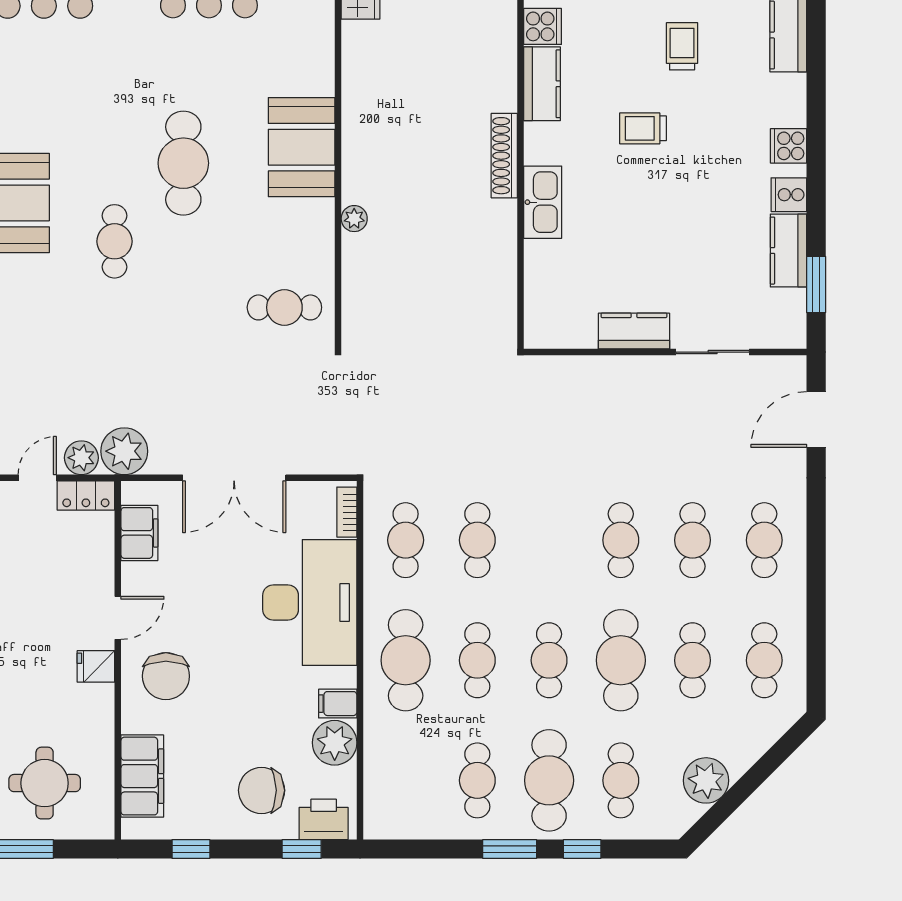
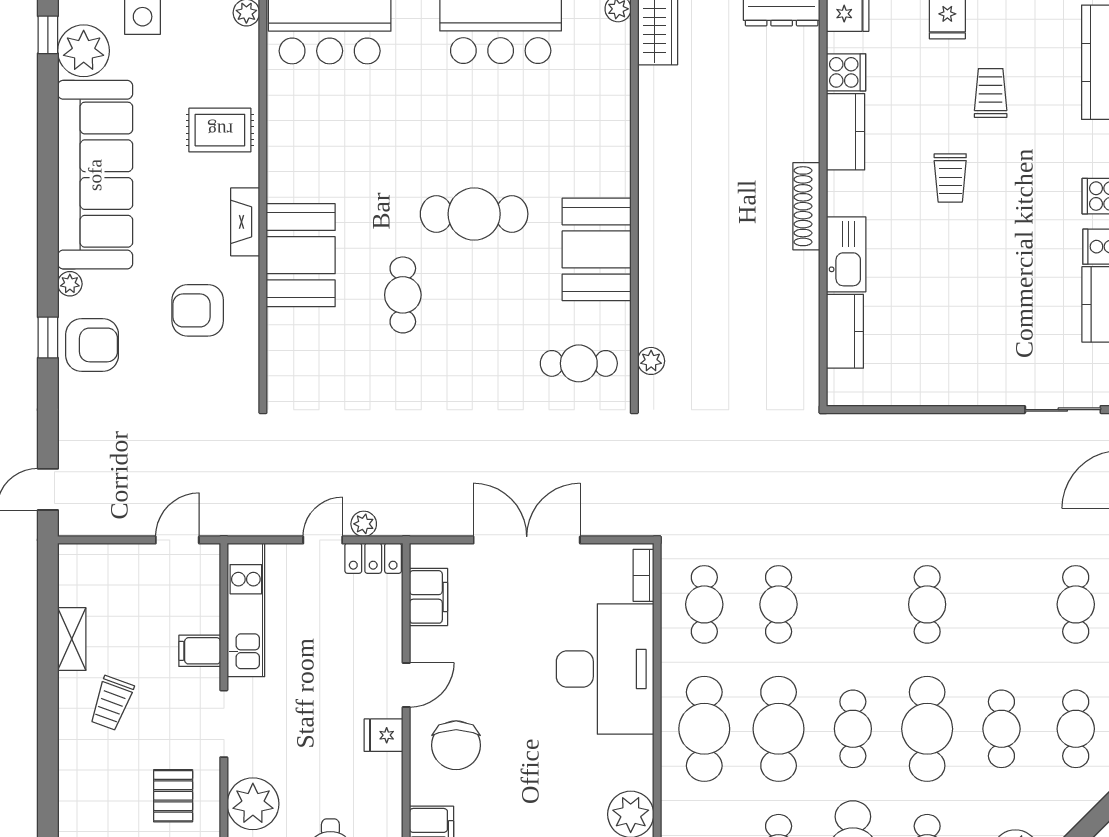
trolley: (643, 128) -> (950, 178), turned -90
booth: (302, 147) -> (597, 249), moved
cafe table: (183, 163) -> (474, 214), turned 90
plant: (354, 219) -> (651, 361), moved
kitchen counter: (634, 331) -> (845, 331), moved, turned 90
sliding door: (713, 352) -> (1063, 410), moved
plant: (124, 451) -> (413, 512), removed
plant: (81, 458) -> (364, 524), width x0.73, depth x0.73
double door: (234, 478) -> (527, 540), swing flipped
cafe table: (693, 540) -> (1001, 604), removed
cafe table: (477, 660) -> (779, 729), width x1.37, depth x1.35
filing cabinet: (338, 704) -> (634, 774), removed

